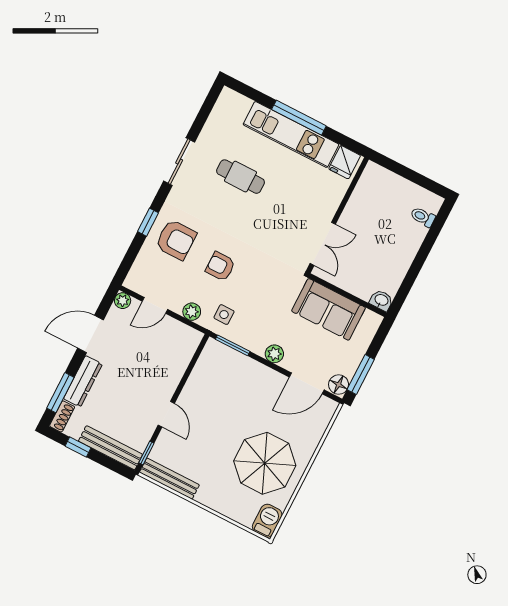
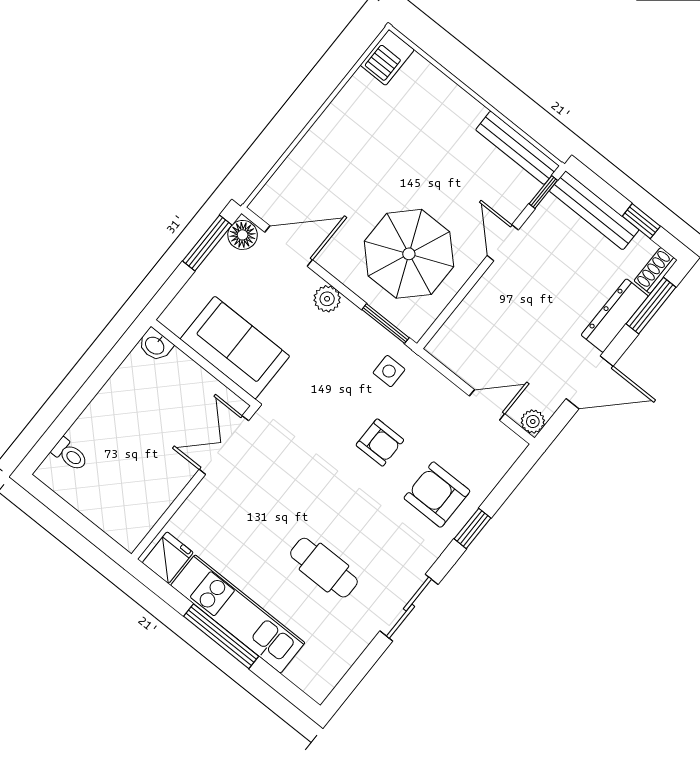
plant: (192, 312) -> (435, 385), removed
parasol: (265, 463) -> (409, 254), moved

